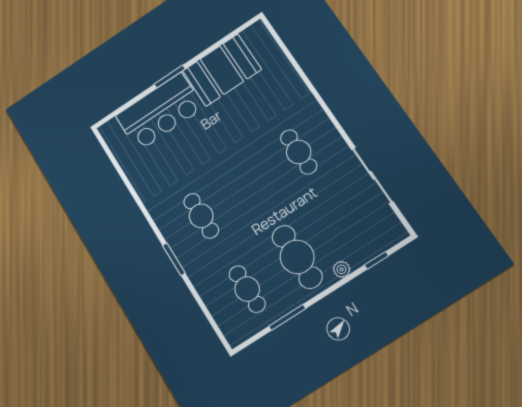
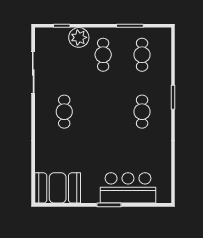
booth: (222, 70) -> (58, 188), moved
cafe table: (297, 257) -> (103, 55), width x0.73, depth x0.74
plant: (342, 269) -> (79, 37), width x1.87, depth x1.87

